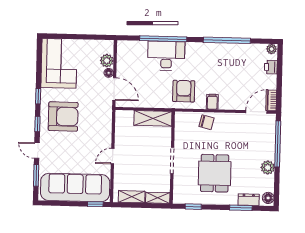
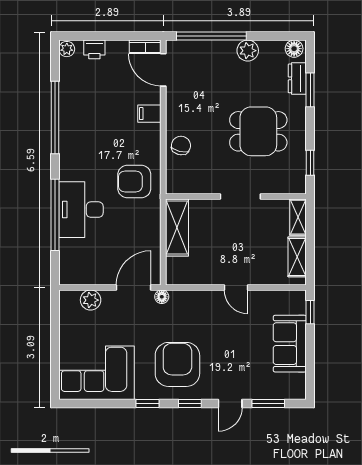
floor lamp: (109, 73) -> (162, 297), moved
filing cabinet: (212, 102) -> (149, 114), moved
sofa: (75, 188) -> (290, 344), width x0.54, depth x0.79

